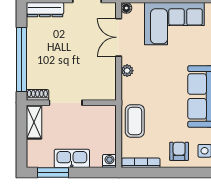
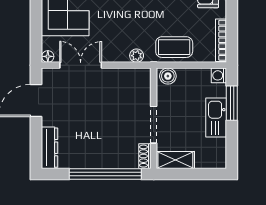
double door: (119, 37) -> (81, 65), swing flipped
plant: (127, 71) -> (137, 56), moved
boiler: (109, 115) -> (168, 76), added
window: (53, 173) -> (232, 103), moved

